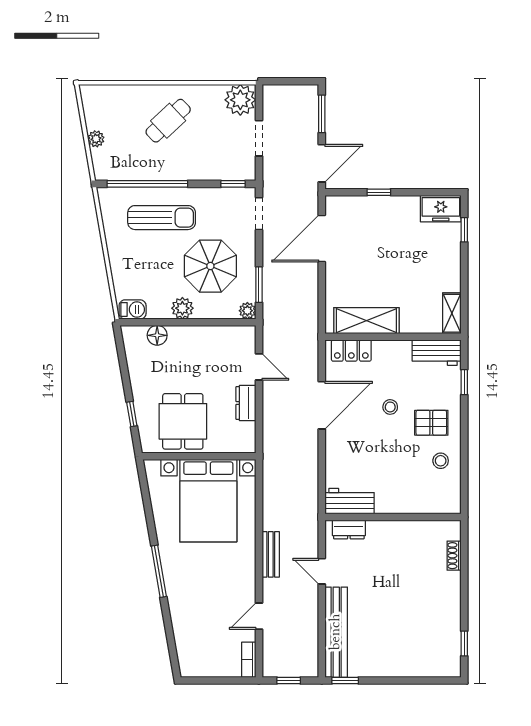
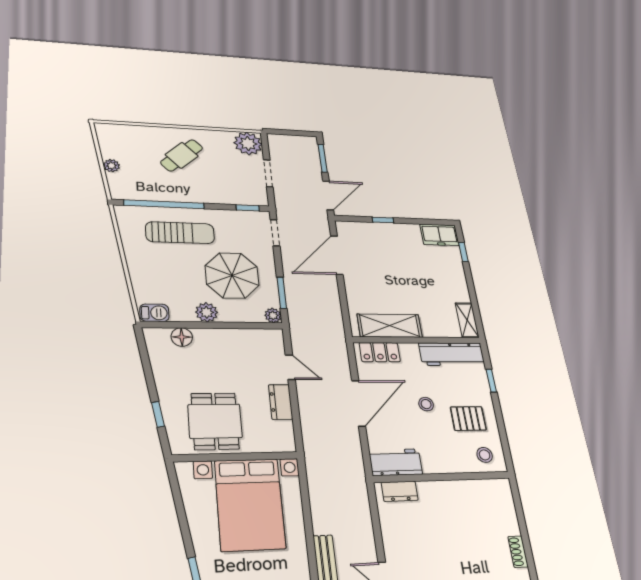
workbench: (437, 353) -> (452, 354), width x1.38
workbench: (350, 501) -> (396, 462), moved
wall: (393, 517) -> (442, 477), moved
dresser: (349, 530) -> (400, 491), moved

